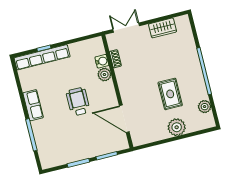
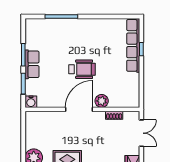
water cooler: (102, 61) -> (31, 102), moved
row of seats: (33, 105) -> (32, 64), moved, turned -90
door: (124, 119) -> (79, 109), moved

